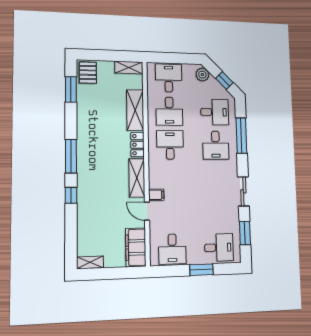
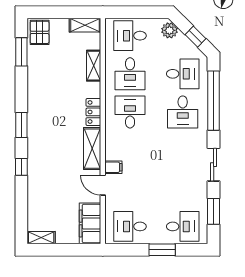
desk: (169, 78) -> (130, 36), turned -90
shelving: (135, 110) -> (94, 66), width x0.67, depth x0.75
window: (241, 136) -> (214, 101), width x1.46
window: (71, 156) -> (21, 125), width x0.69
desk: (172, 249) -> (130, 226), turned 90

